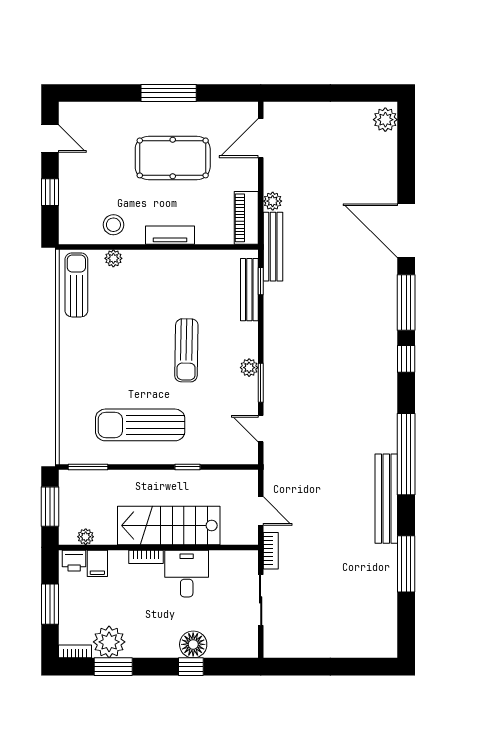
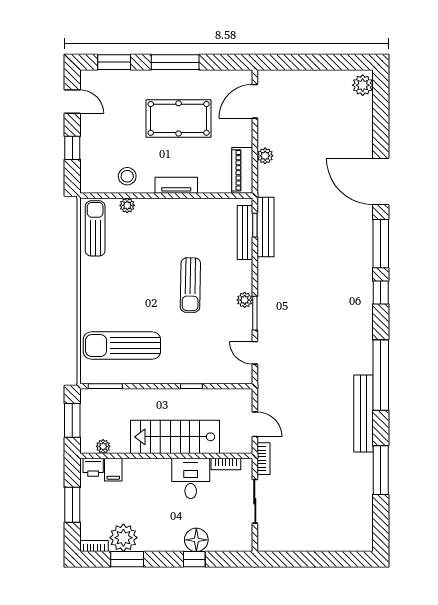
window: (98, 93) -> (114, 62), added
bench: (273, 247) -> (265, 227), moved
sun lounger: (140, 425) -> (122, 346), moved
bookcase: (146, 557) -> (226, 464), moved

